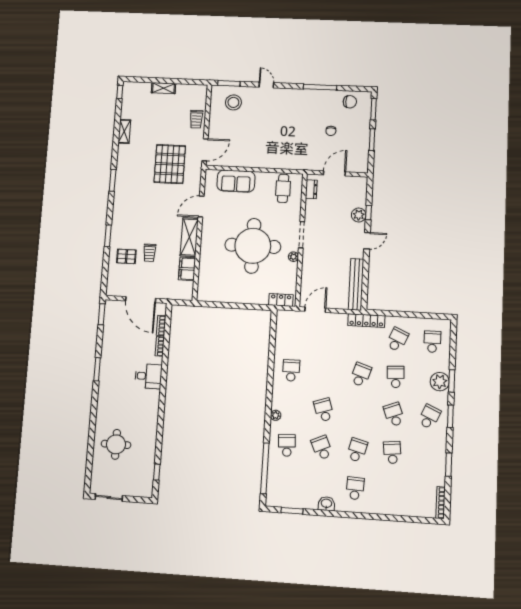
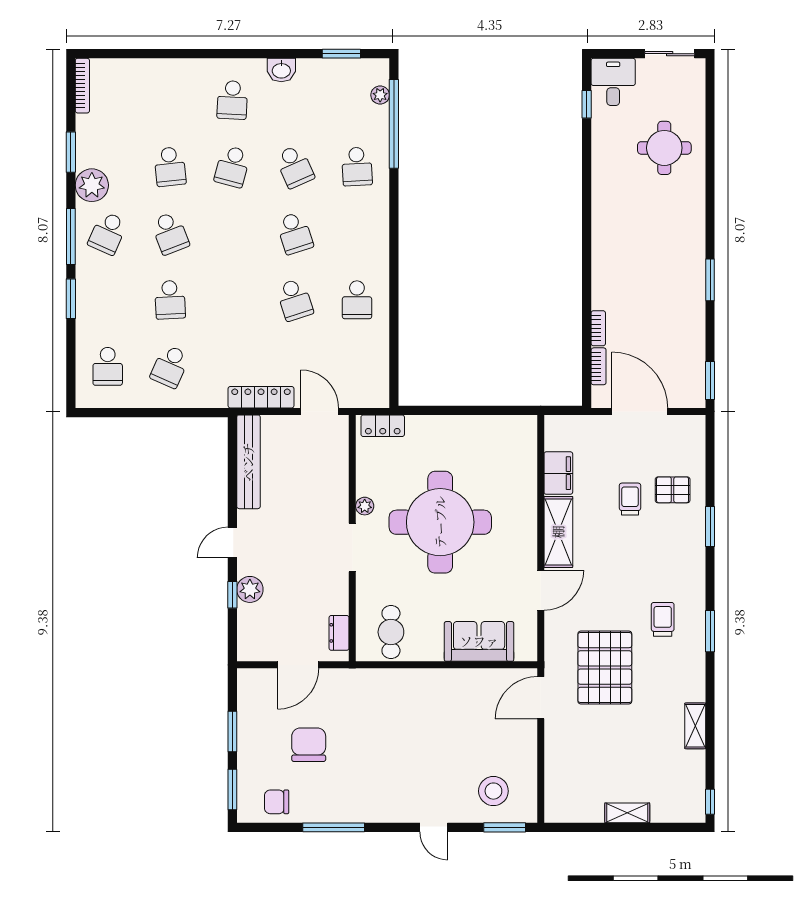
trolley: (196, 119) -> (663, 619), moved
chair: (331, 131) -> (309, 745), width x1.87, depth x1.87
door: (315, 310) -> (320, 411), swing flipped
locker: (366, 321) -> (261, 397), moved
school desk: (361, 375) -> (295, 300), moved, turned -36
desk: (148, 376) -> (613, 82), moved, turned 90
plant: (440, 382) -> (92, 185), moved
plant: (276, 415) -> (380, 95), moved
window: (450, 416) -> (71, 237), width x1.44

